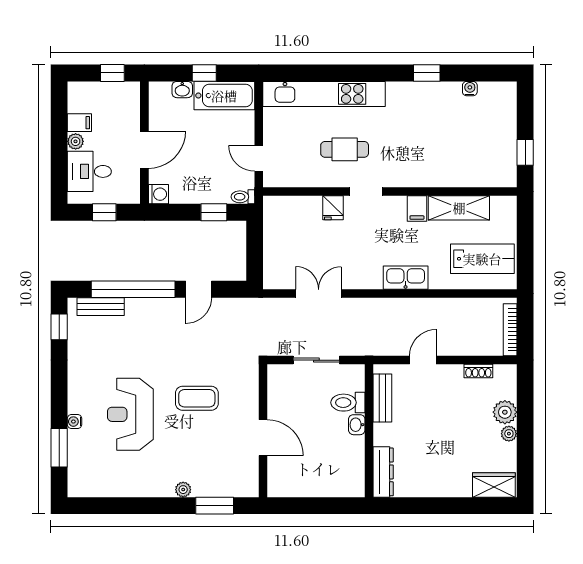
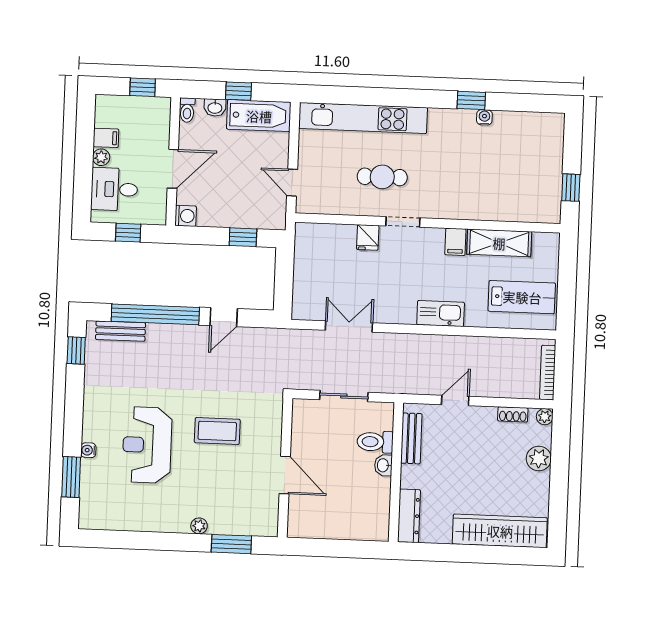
water cooler: (470, 89) -> (484, 117), moved
toilet: (243, 197) -> (187, 110), moved, turned -90
plant: (509, 434) -> (545, 417), moved
wardrobe: (494, 485) -> (500, 531), width x2.10, depth x1.17

